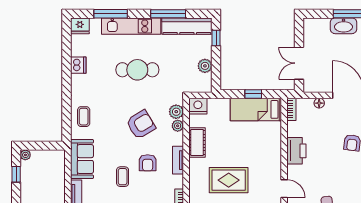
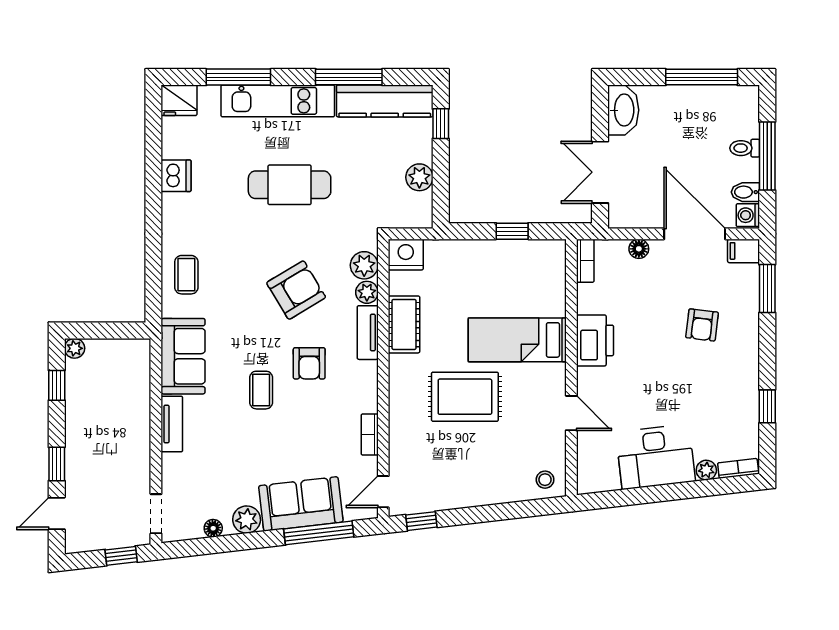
washbasin: (344, 26) -> (623, 110), moved, turned -90
bed: (256, 109) -> (517, 340), moved
tv unit: (178, 160) -> (368, 333), moved

